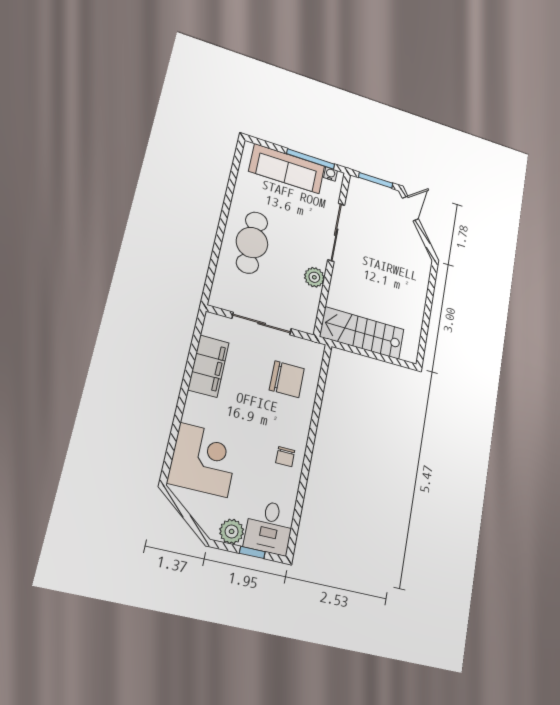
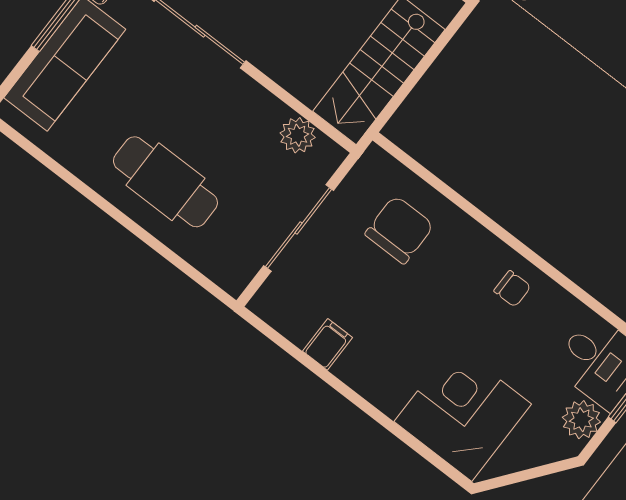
plant: (314, 277) -> (298, 135), moved
filing cabinet: (208, 366) -> (328, 344), width x0.33, depth x0.86

